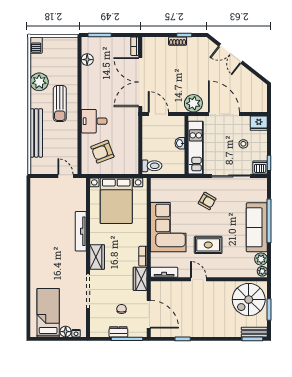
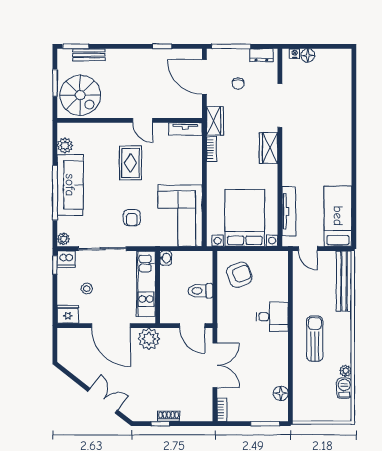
barbecue: (36, 45) -> (344, 388), moved
plant: (39, 82) -> (346, 371), width x0.53, depth x0.53
double door: (140, 82) -> (215, 365), width x0.73
bench: (36, 133) -> (344, 281), moved
washbasin: (180, 143) -> (166, 258), moved
armchair: (102, 152) -> (239, 275), moved
toilet: (152, 166) -> (200, 291), moved
armchair: (207, 201) -> (132, 218), turned -120
corner sofa: (168, 227) -> (180, 216), moved
tv unit: (81, 231) -> (289, 211), moved
rug: (208, 245) -> (130, 163), turned 90
plant: (262, 271) -> (63, 239), moved
spiral stairs: (249, 300) -> (80, 95), turned 90
bed: (48, 313) -> (338, 216), moved, turned 180
dresser: (118, 332) -> (261, 55), moved
bench: (254, 332) -> (89, 55), moved

